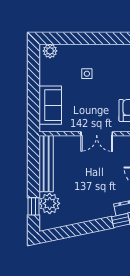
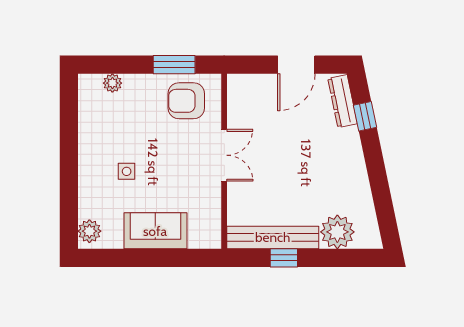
sofa: (50, 105) -> (155, 231), moved
window: (34, 206) -> (284, 258), moved

